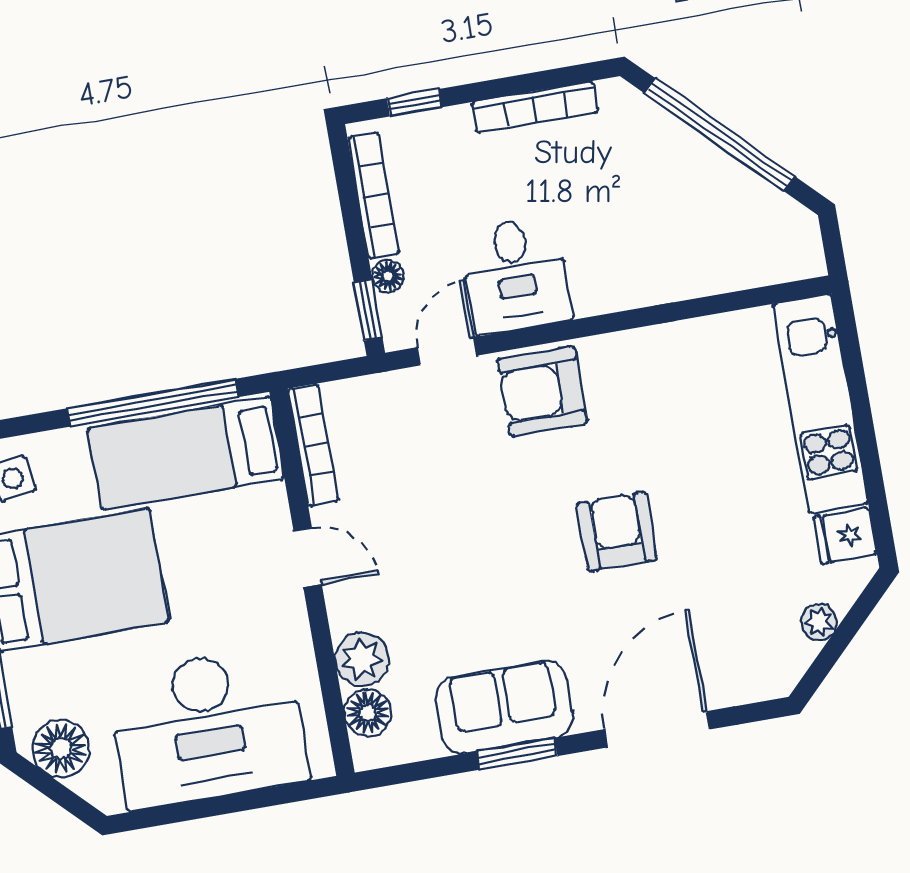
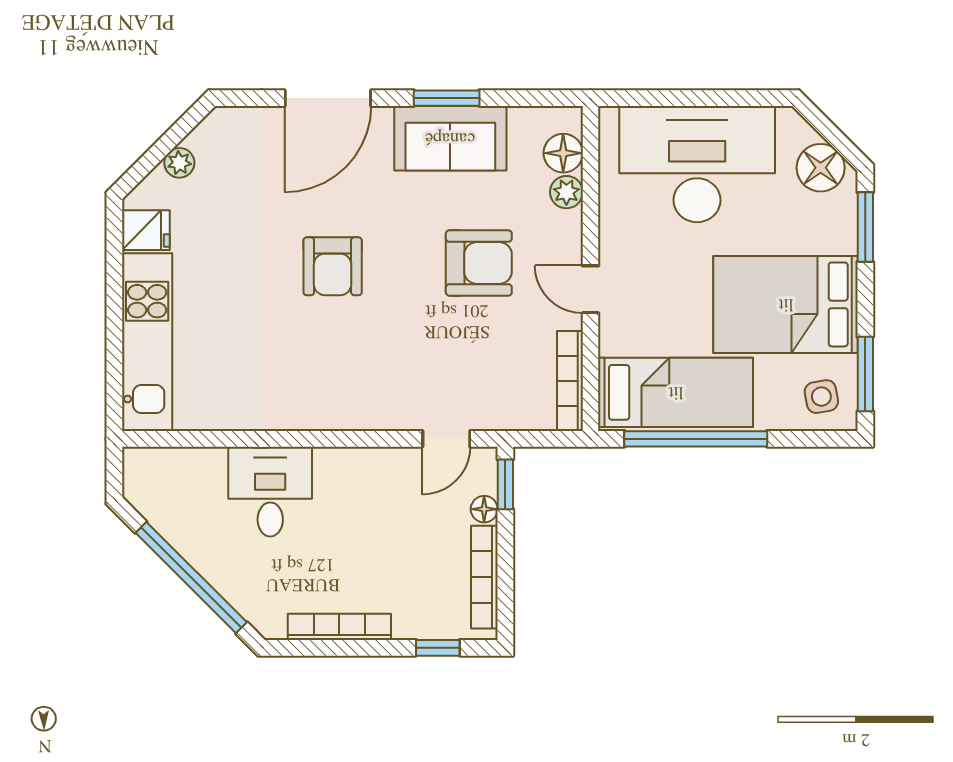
desk: (516, 275) -> (270, 492), moved
armchair: (542, 391) -> (479, 263), moved
plant: (362, 659) -> (566, 192), width x0.73, depth x0.73

